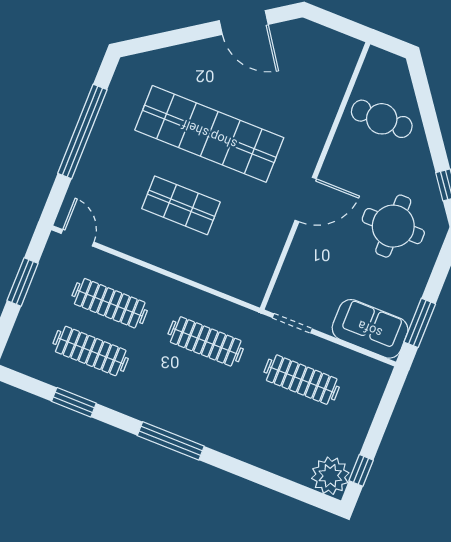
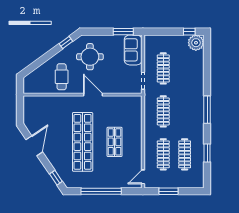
window: (153, 42) -> (56, 178), added
cafe table: (382, 119) -> (62, 77), moved

